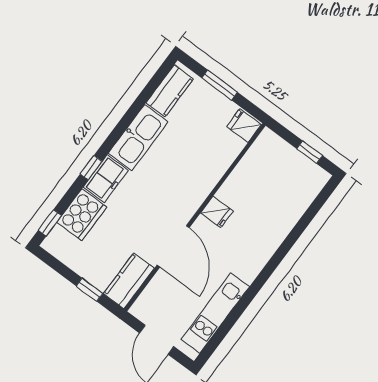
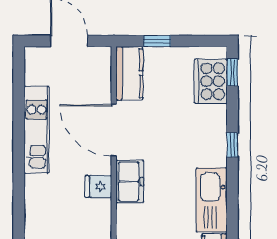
freezer: (106, 179) -> (130, 181), moved, turned 180
cooker: (82, 215) -> (211, 81), moved
kitchen unit: (215, 313) -> (36, 130), moved

